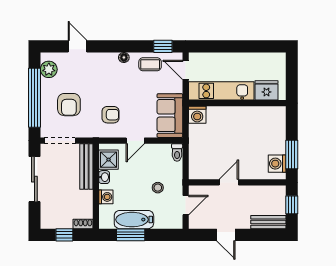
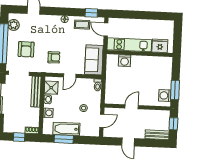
washing machine: (197, 115) -> (125, 61), moved

